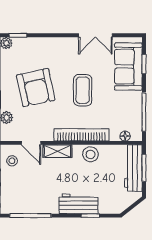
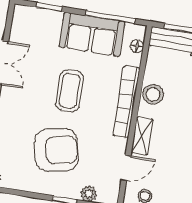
sofa: (128, 67) -> (92, 34), moved
coffee table: (83, 90) -> (70, 91), turned 90

